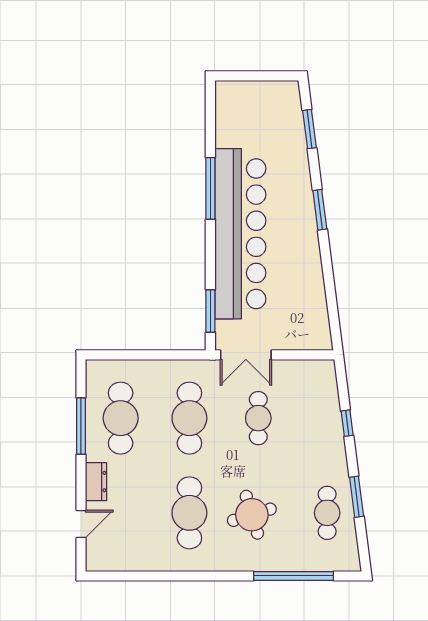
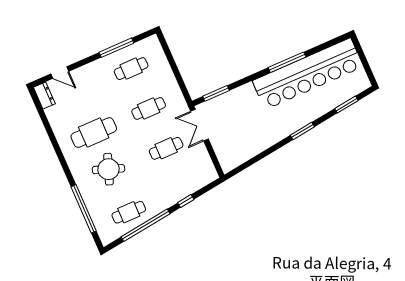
bar counter: (240, 234) -> (308, 74), moved
cafe table: (121, 418) -> (131, 69), width x0.73, depth x0.74
cafe table: (189, 418) -> (149, 108), width x0.73, depth x0.74
dresser: (96, 482) -> (44, 96), moved, turned -90
window: (357, 497) -> (146, 225), width x2.11
round table: (252, 515) -> (109, 169), turned 37

